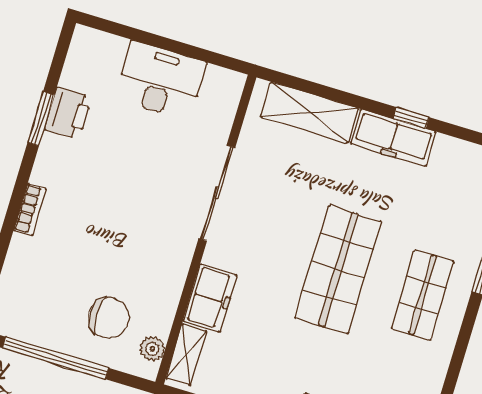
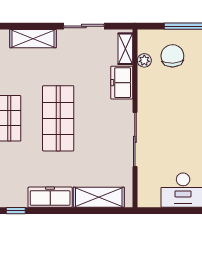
window: (411, 118) -> (16, 211), moved
chair: (109, 318) -> (172, 56), turned 87
plant: (152, 349) -> (144, 60), moved

